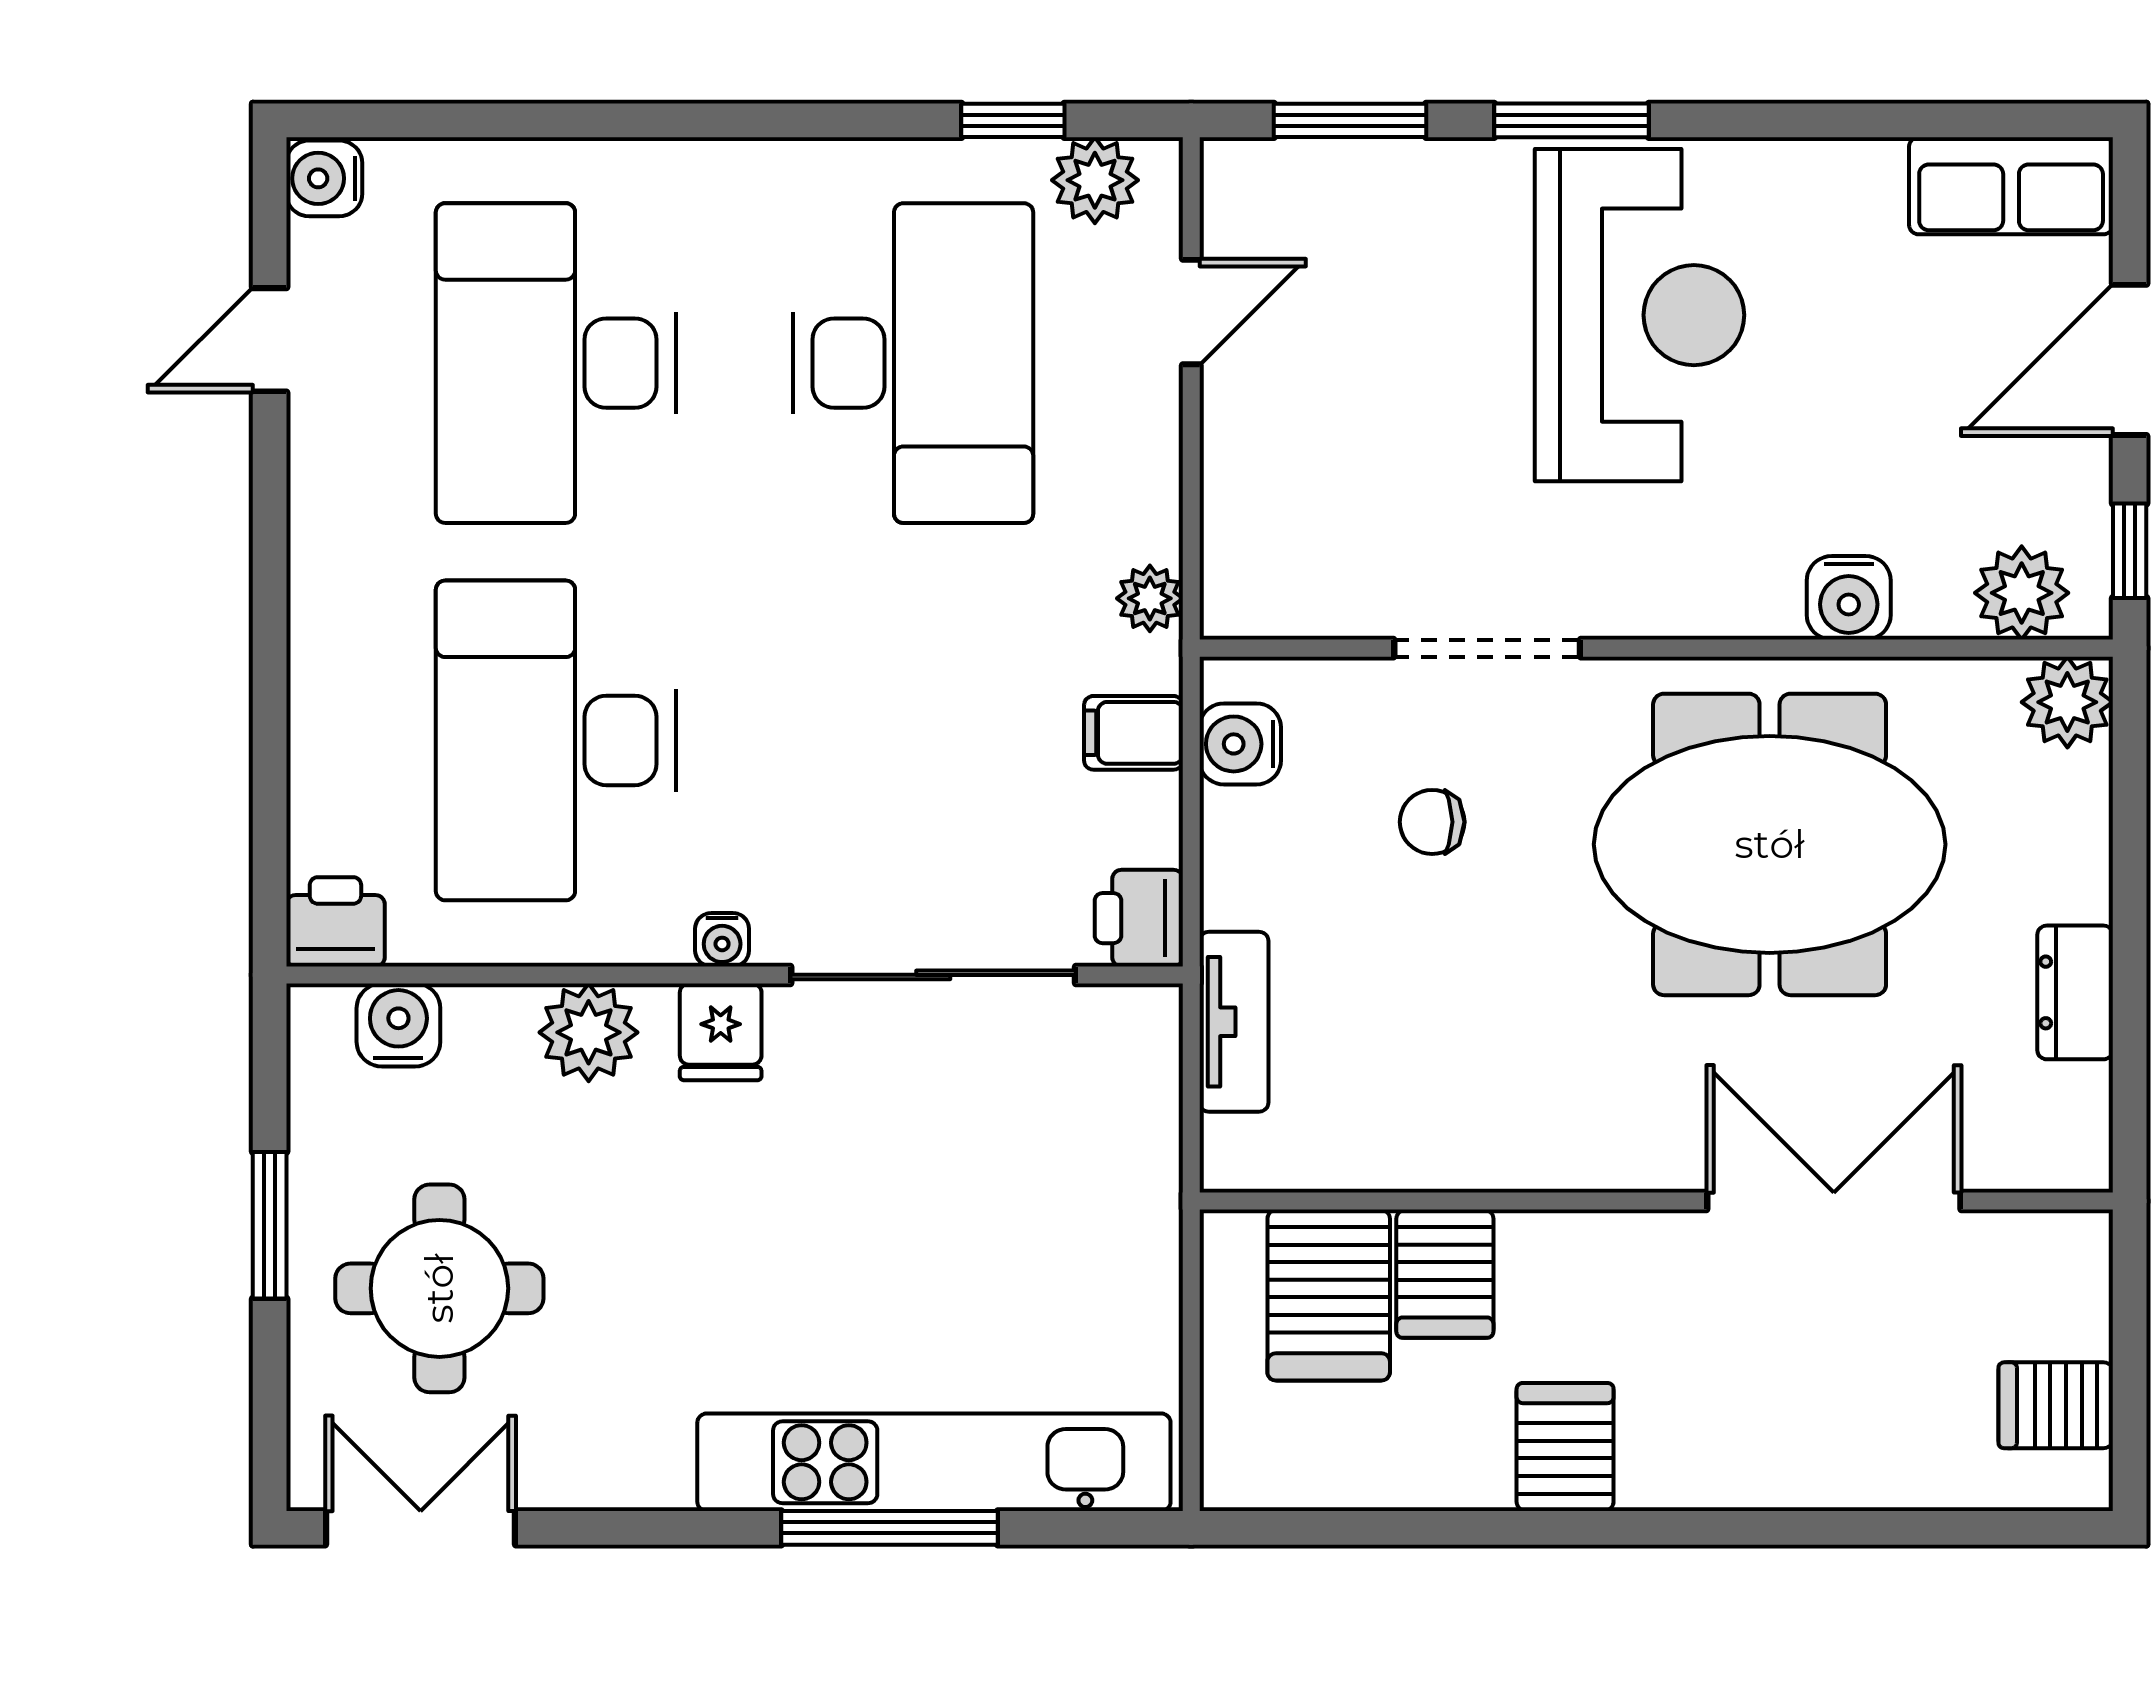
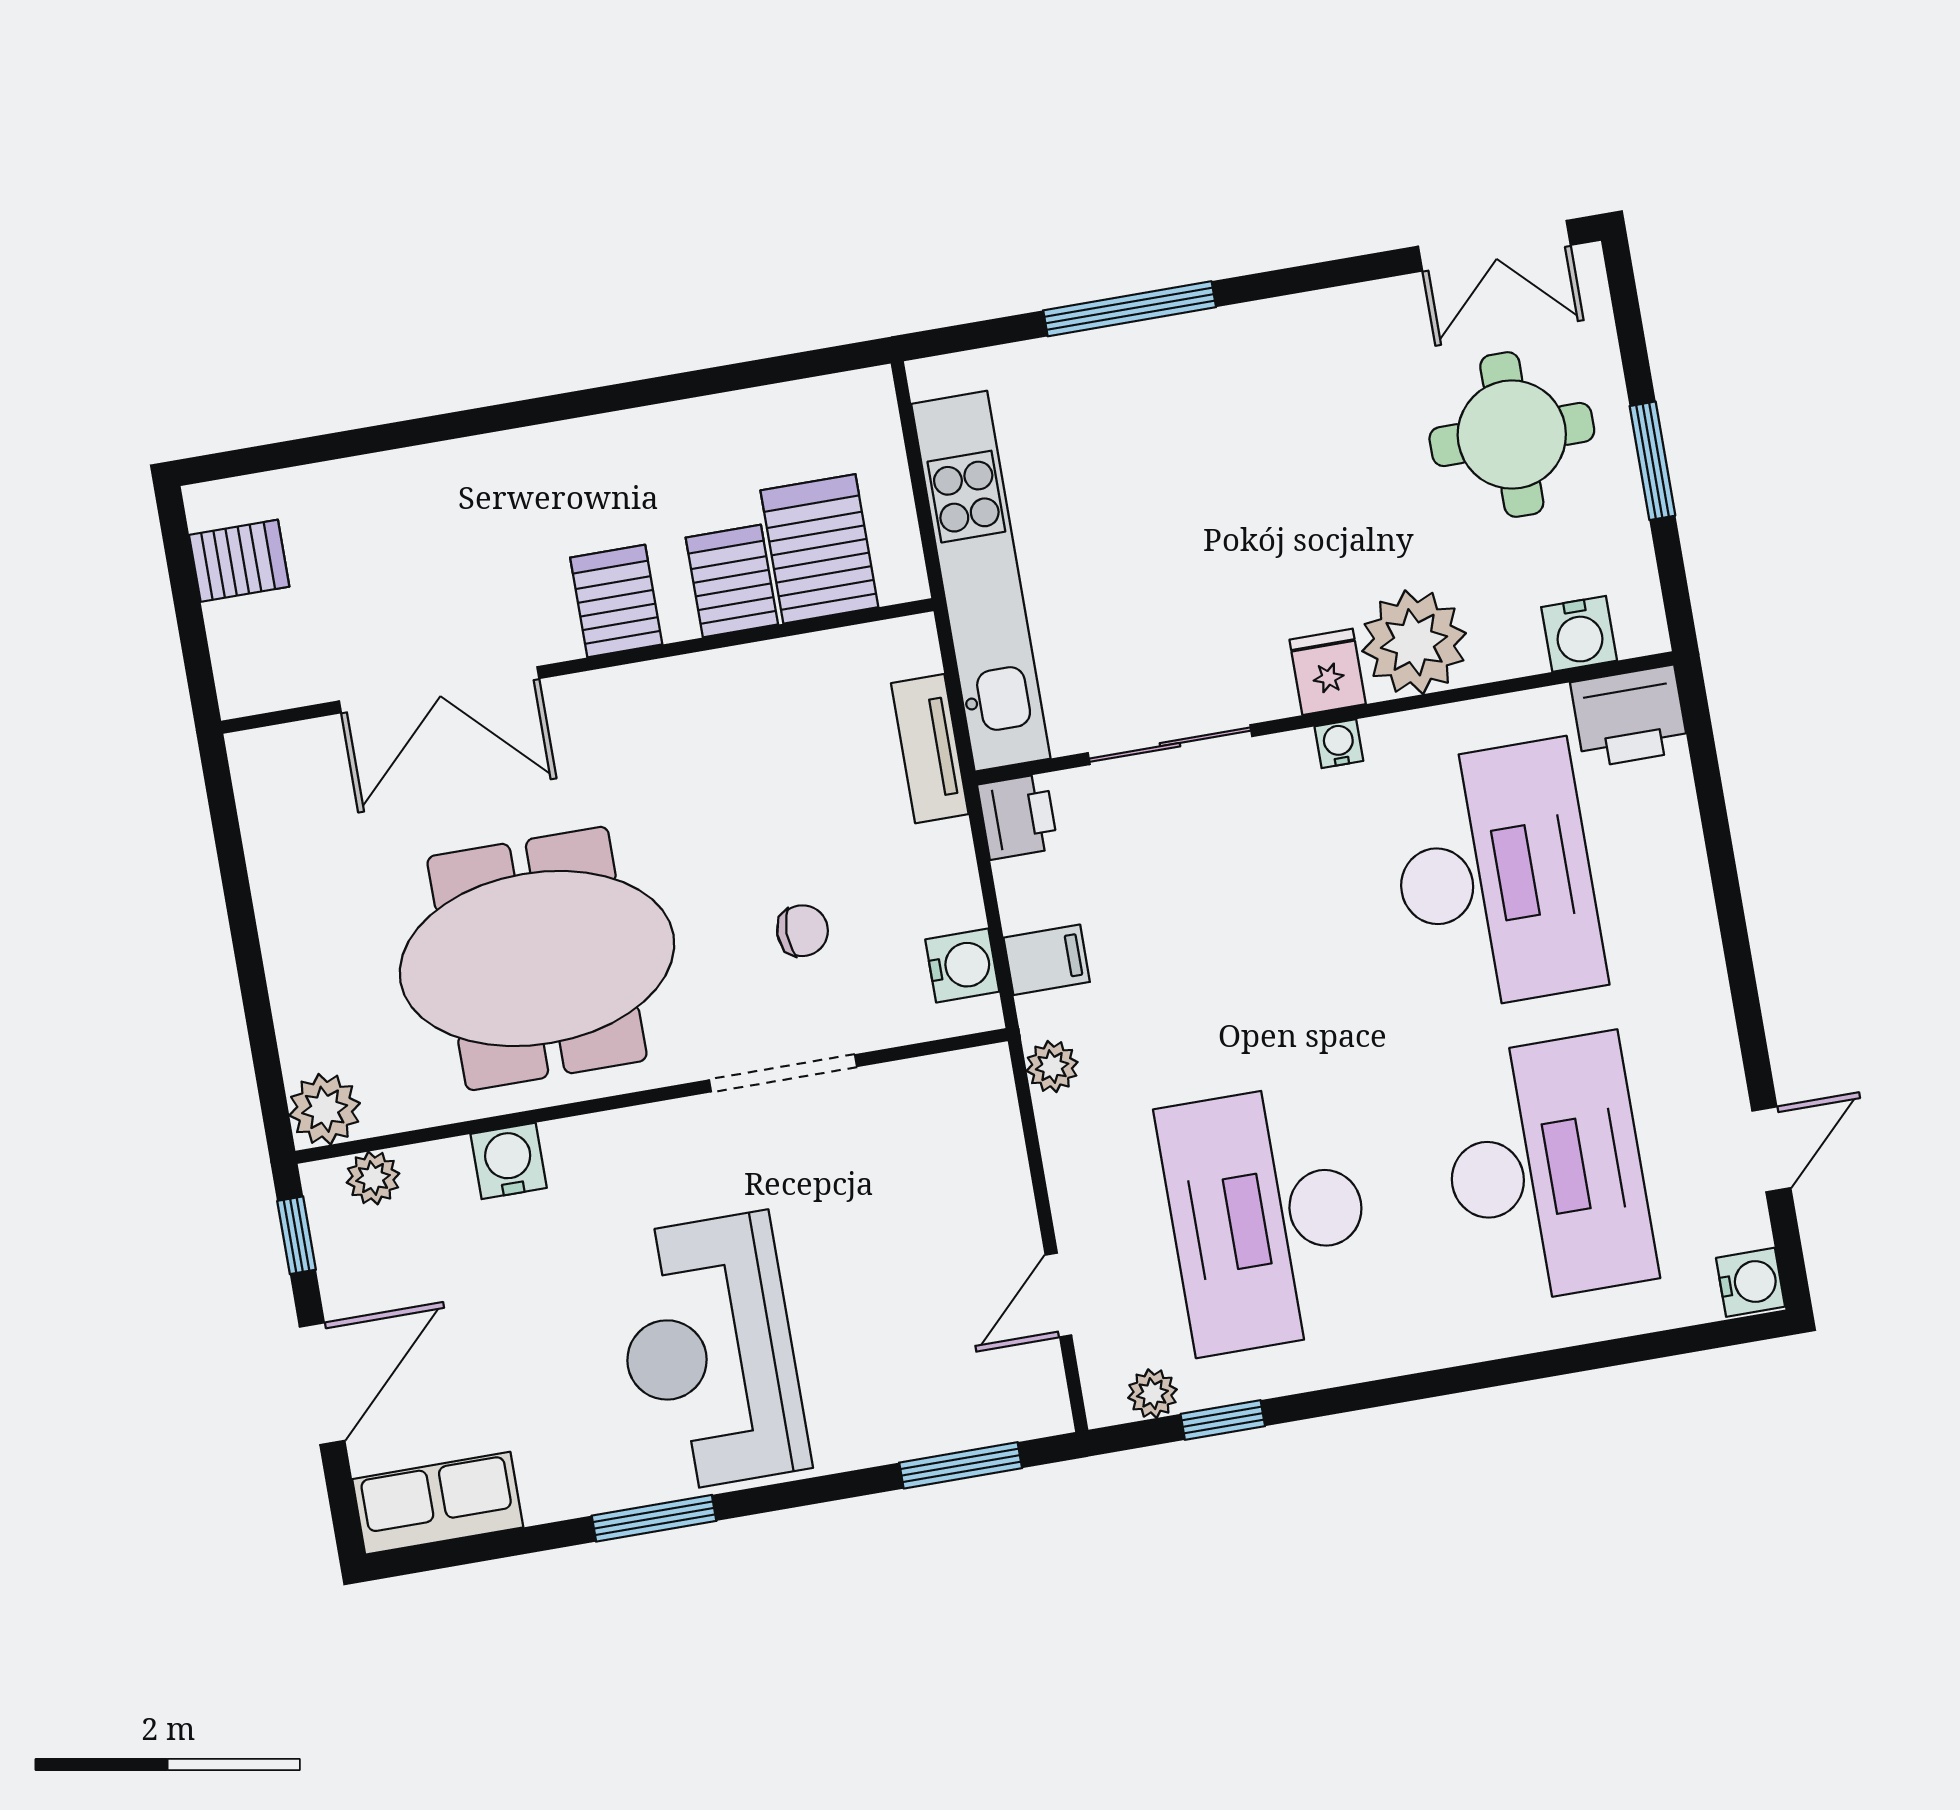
window: (1571, 120) -> (654, 1518), moved
plant: (1095, 180) -> (1152, 1394), width x0.73, depth x0.73
plant: (2022, 593) -> (373, 1178), width x0.73, depth x0.73
printer: (335, 922) -> (1629, 716), width x1.36, depth x1.24
sliding door: (933, 975) -> (1170, 745), width x0.73
dresser: (2075, 992) -> (279, 884), removed
plant: (589, 1032) -> (1414, 642), width x1.36, depth x1.36
server rack: (1565, 1447) -> (616, 601), moved, turned 180
kitchen unit: (934, 1462) -> (981, 581), moved, turned -90

